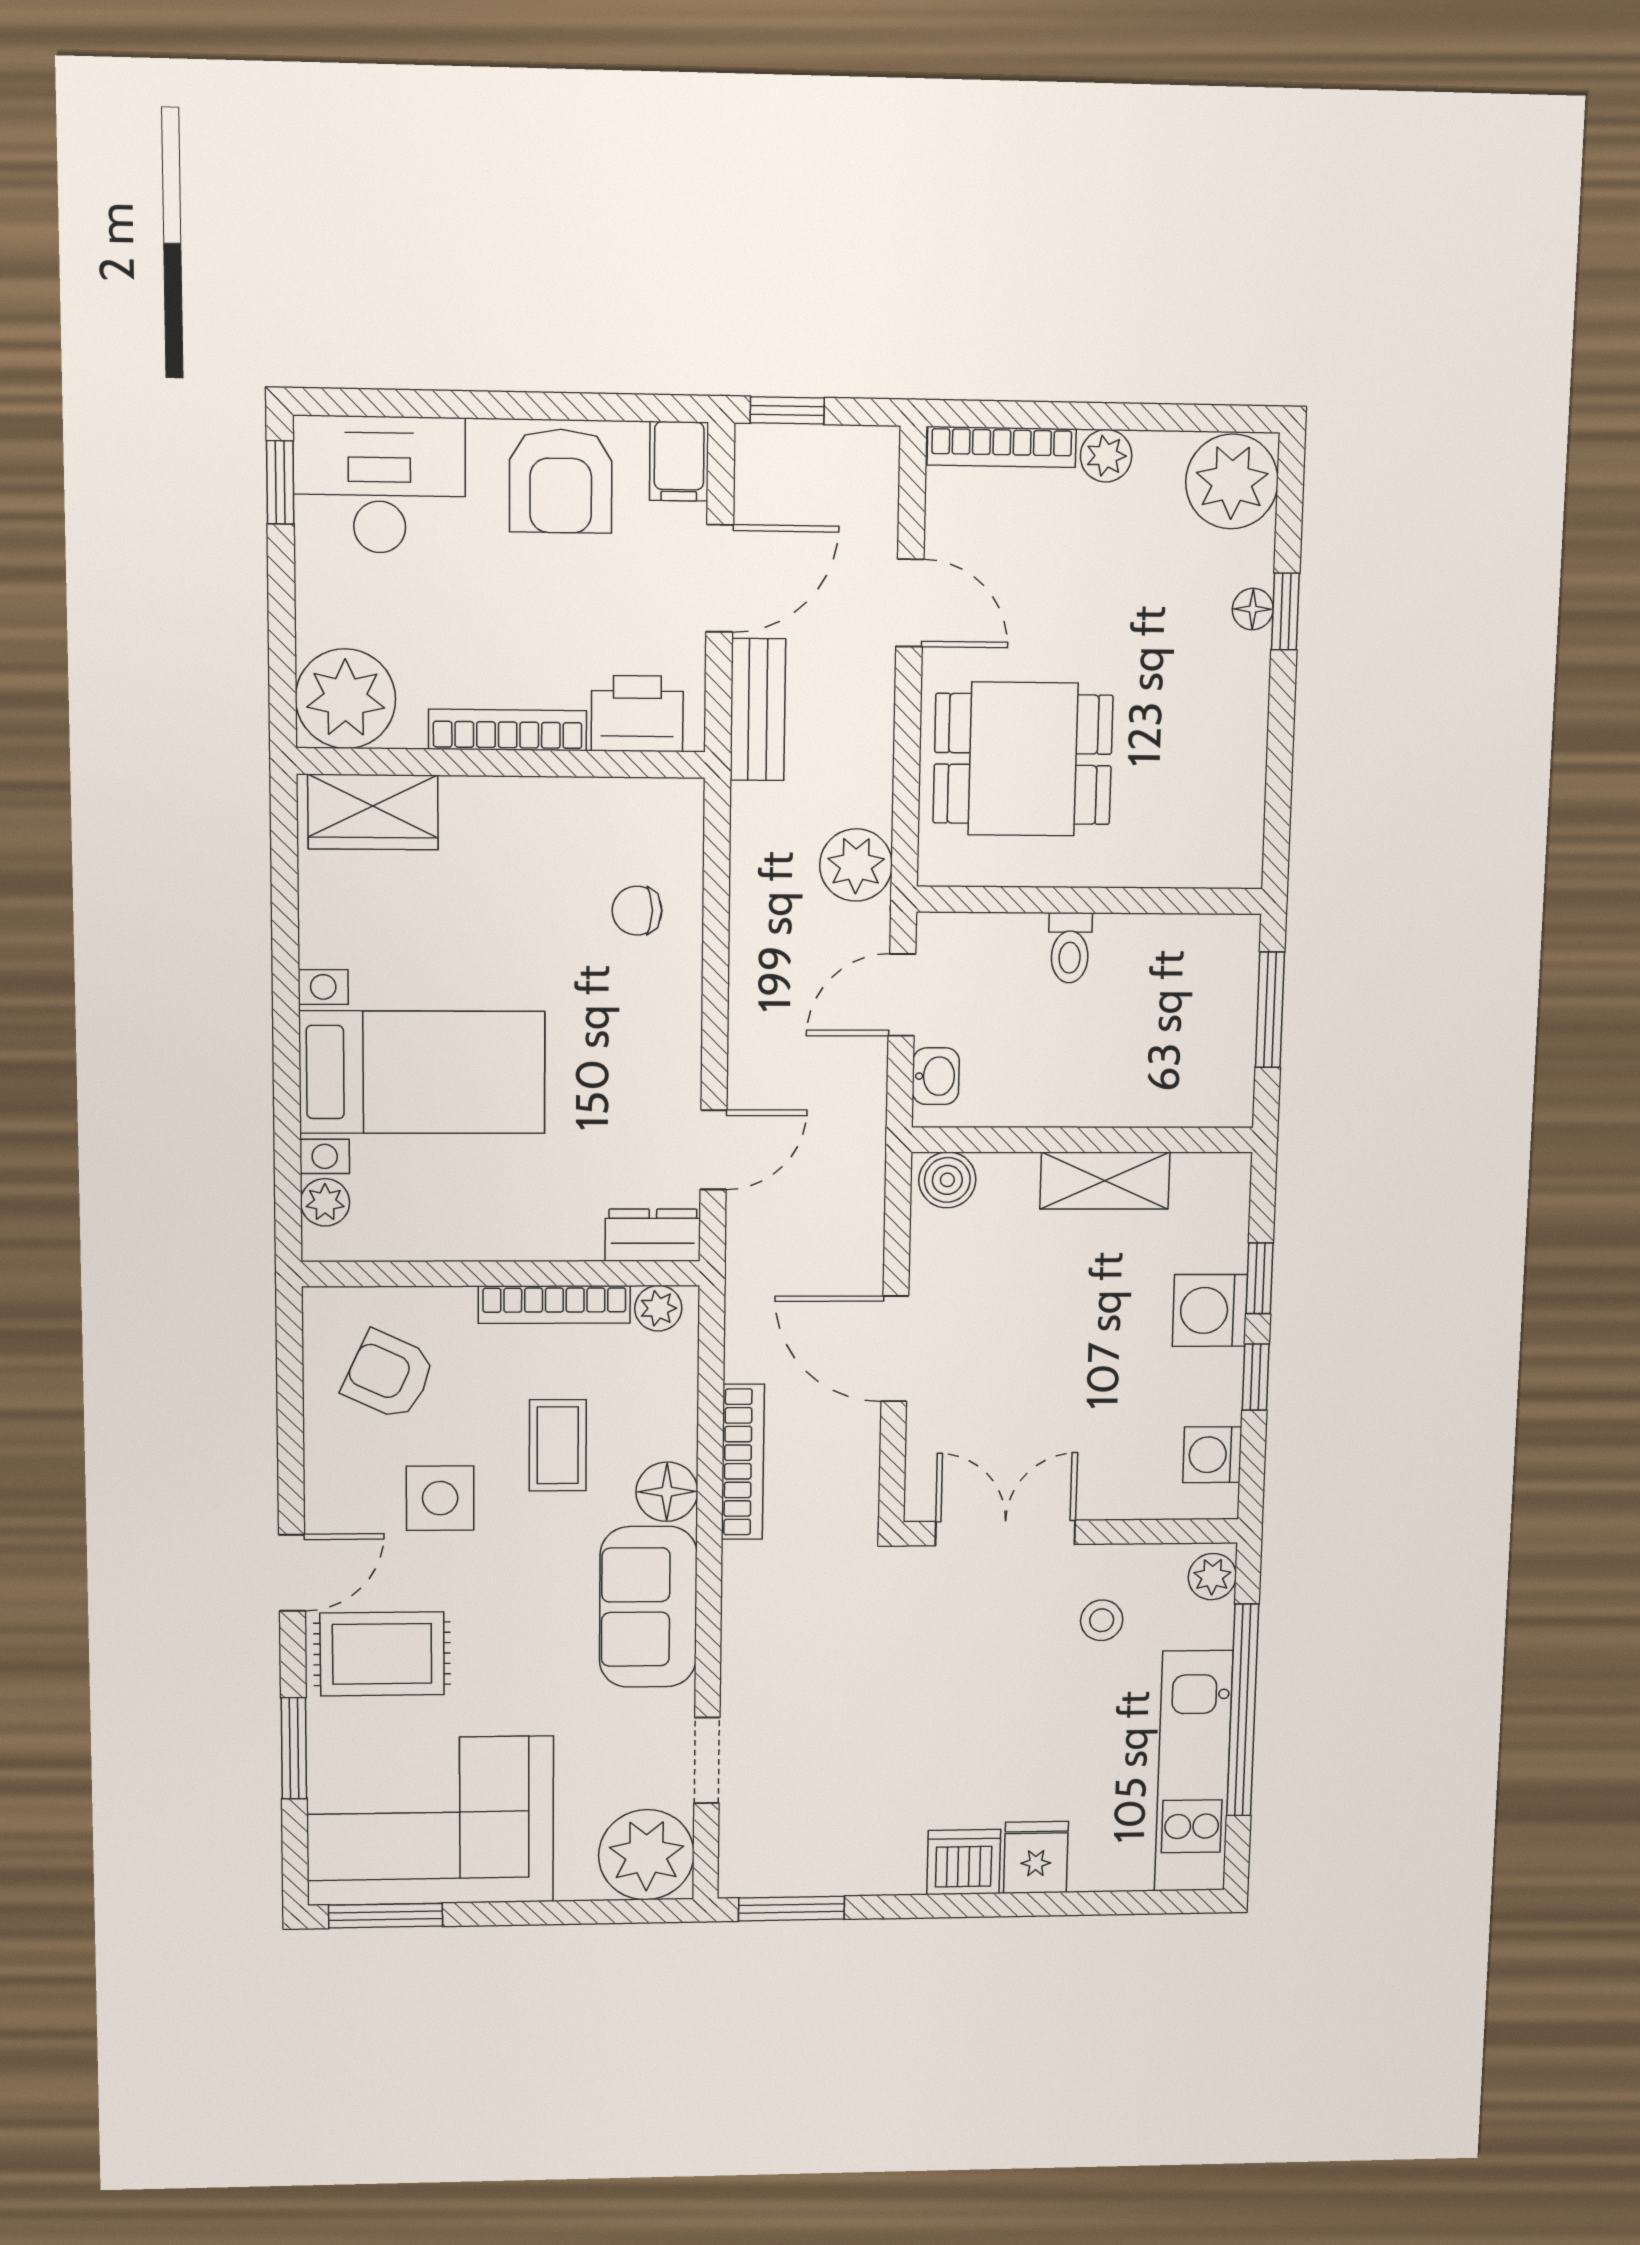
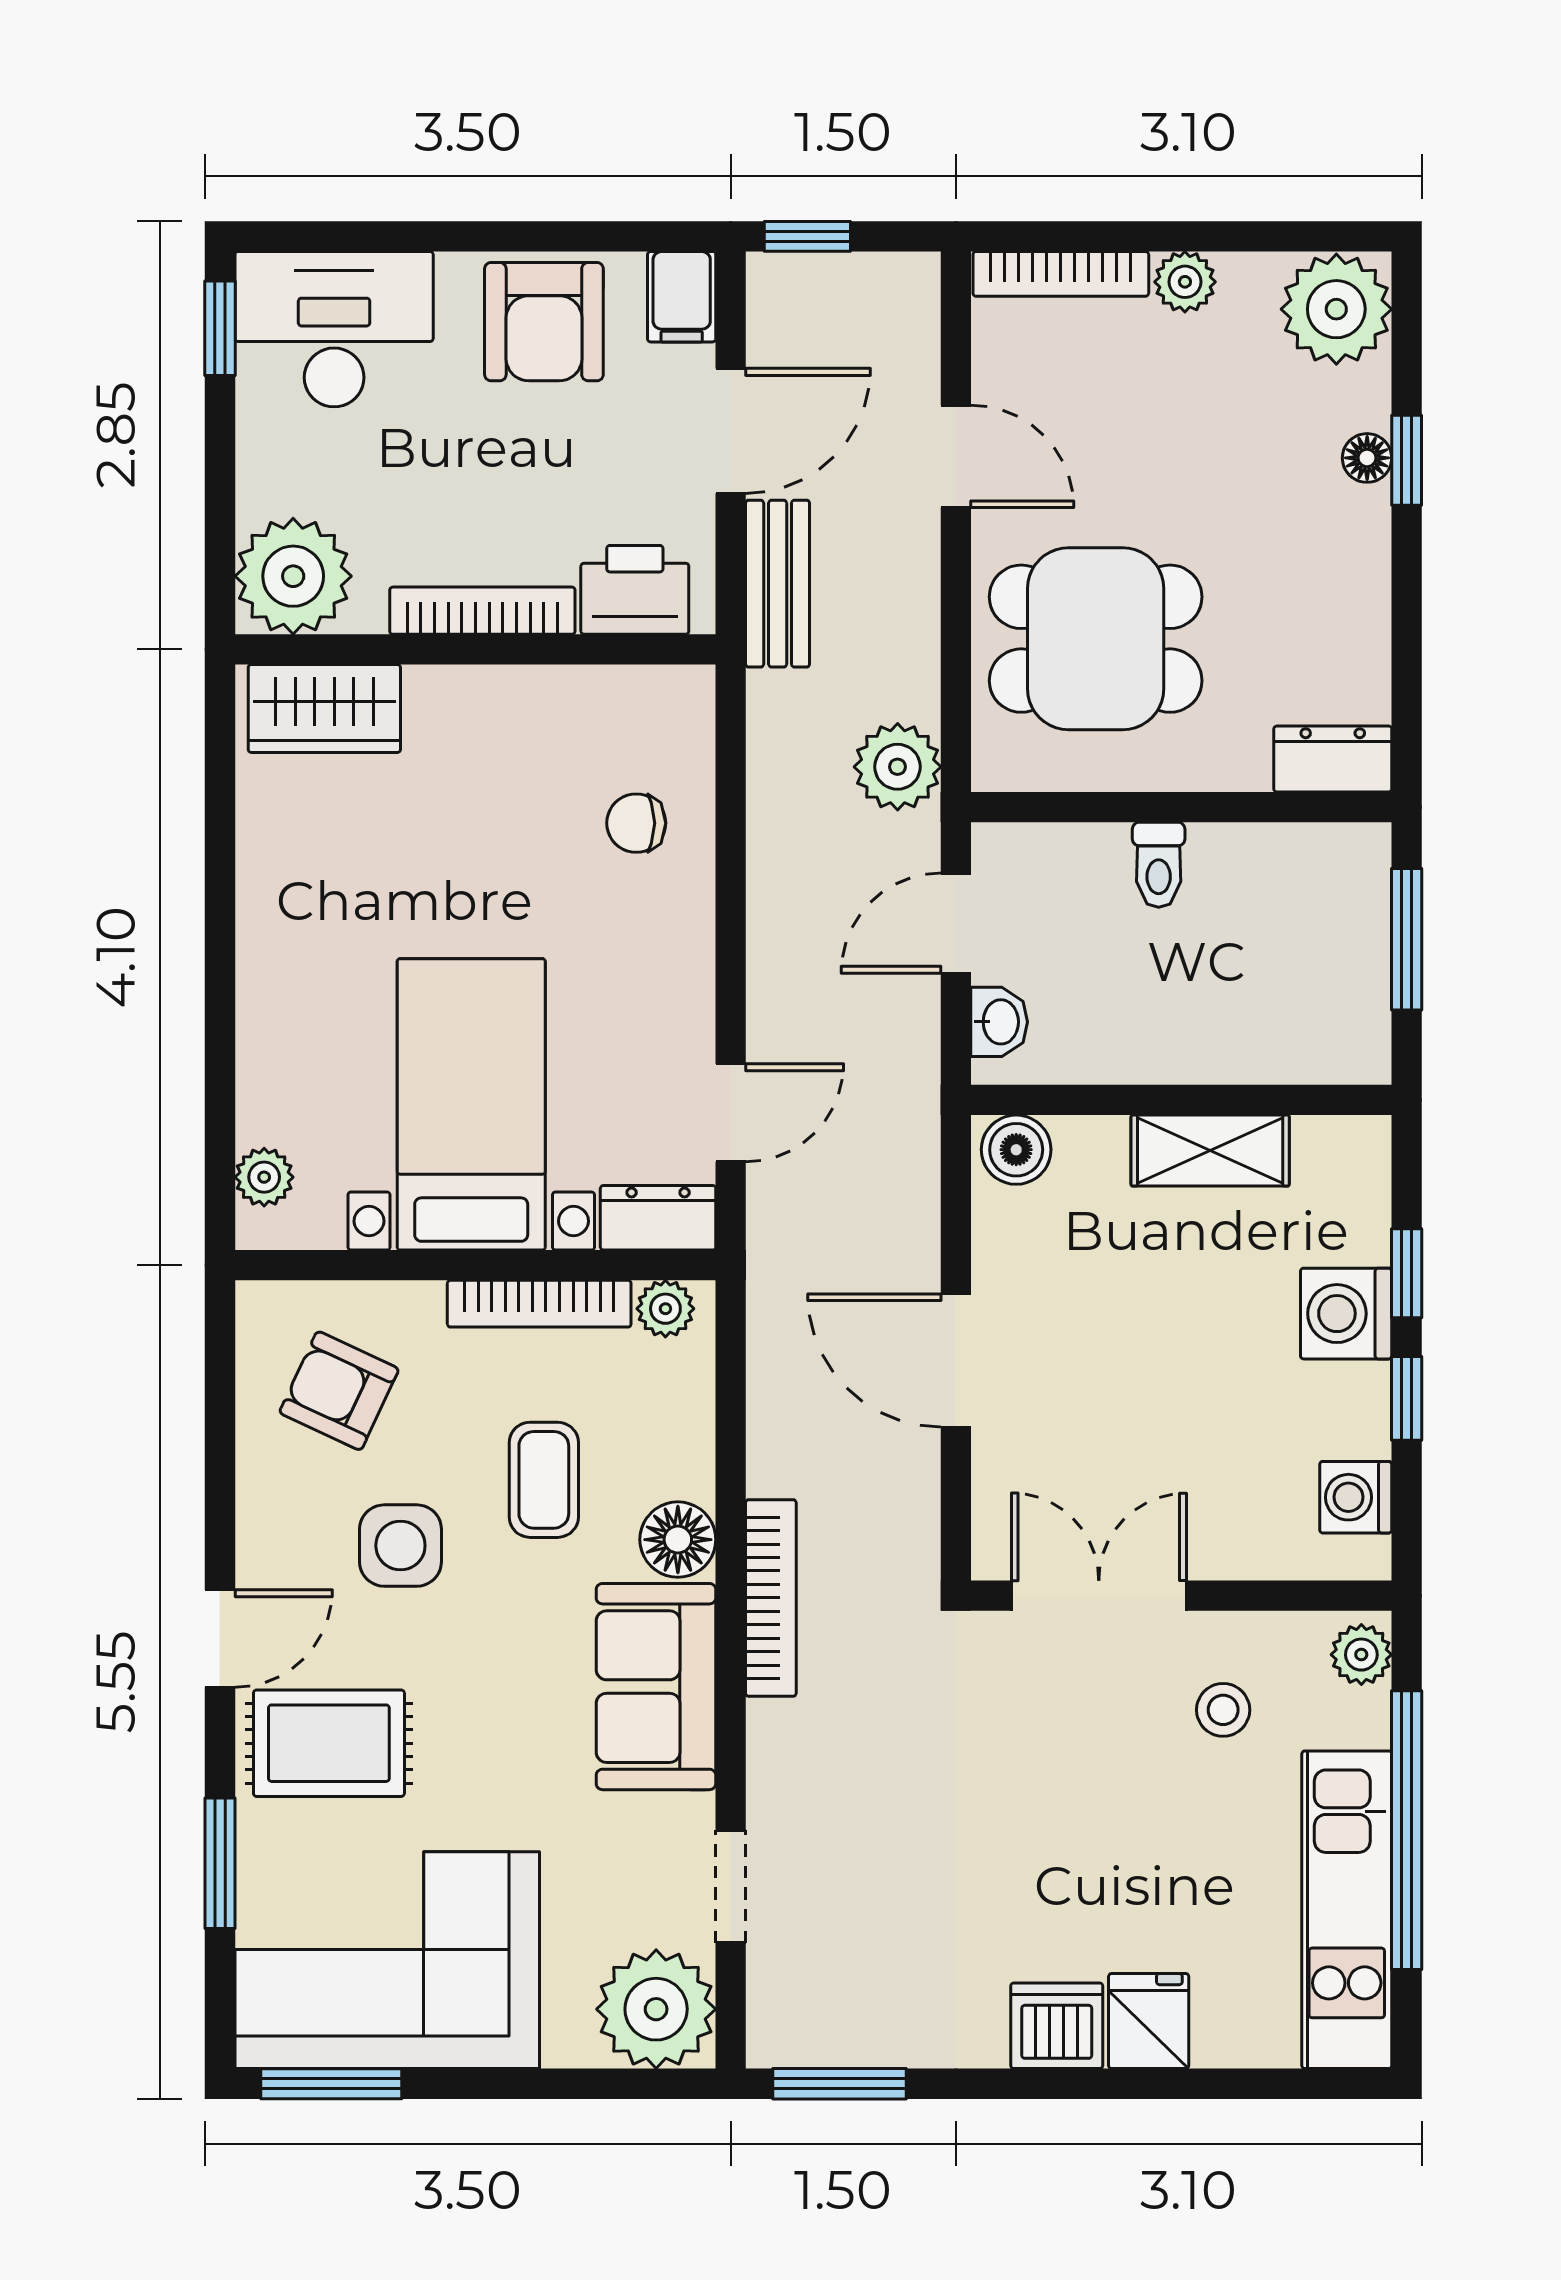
dresser: (1215, 861) -> (1333, 759), added
bed with nightstands: (422, 1072) -> (471, 1104), moved, turned -90
bookcase: (743, 1462) -> (771, 1598), moved

